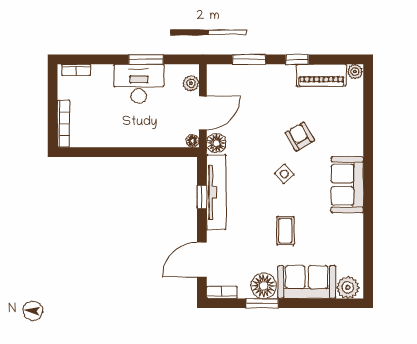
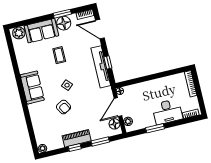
piano: (321, 75) -> (77, 138), moved
desk: (139, 84) -> (167, 112), moved
floor lamp: (216, 143) -> (114, 124), moved
door: (202, 260) -> (100, 29), swing flipped

